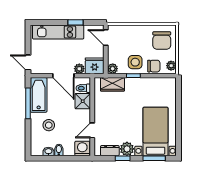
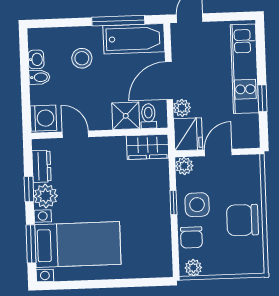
door: (106, 38) -> (218, 153), moved
chair: (162, 41) -> (242, 220), moved
wardrobe: (112, 84) -> (148, 147), moved, turned -90

